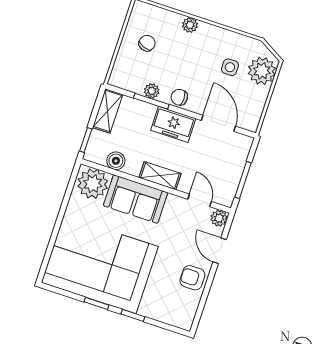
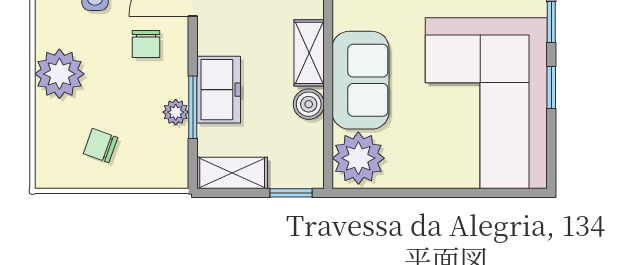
plant: (190, 25) -> (59, 74), width x1.88, depth x1.88
chair: (179, 97) -> (146, 44), moved
freezer: (173, 124) -> (219, 90), moved
boiler: (116, 161) -> (309, 104), moved

